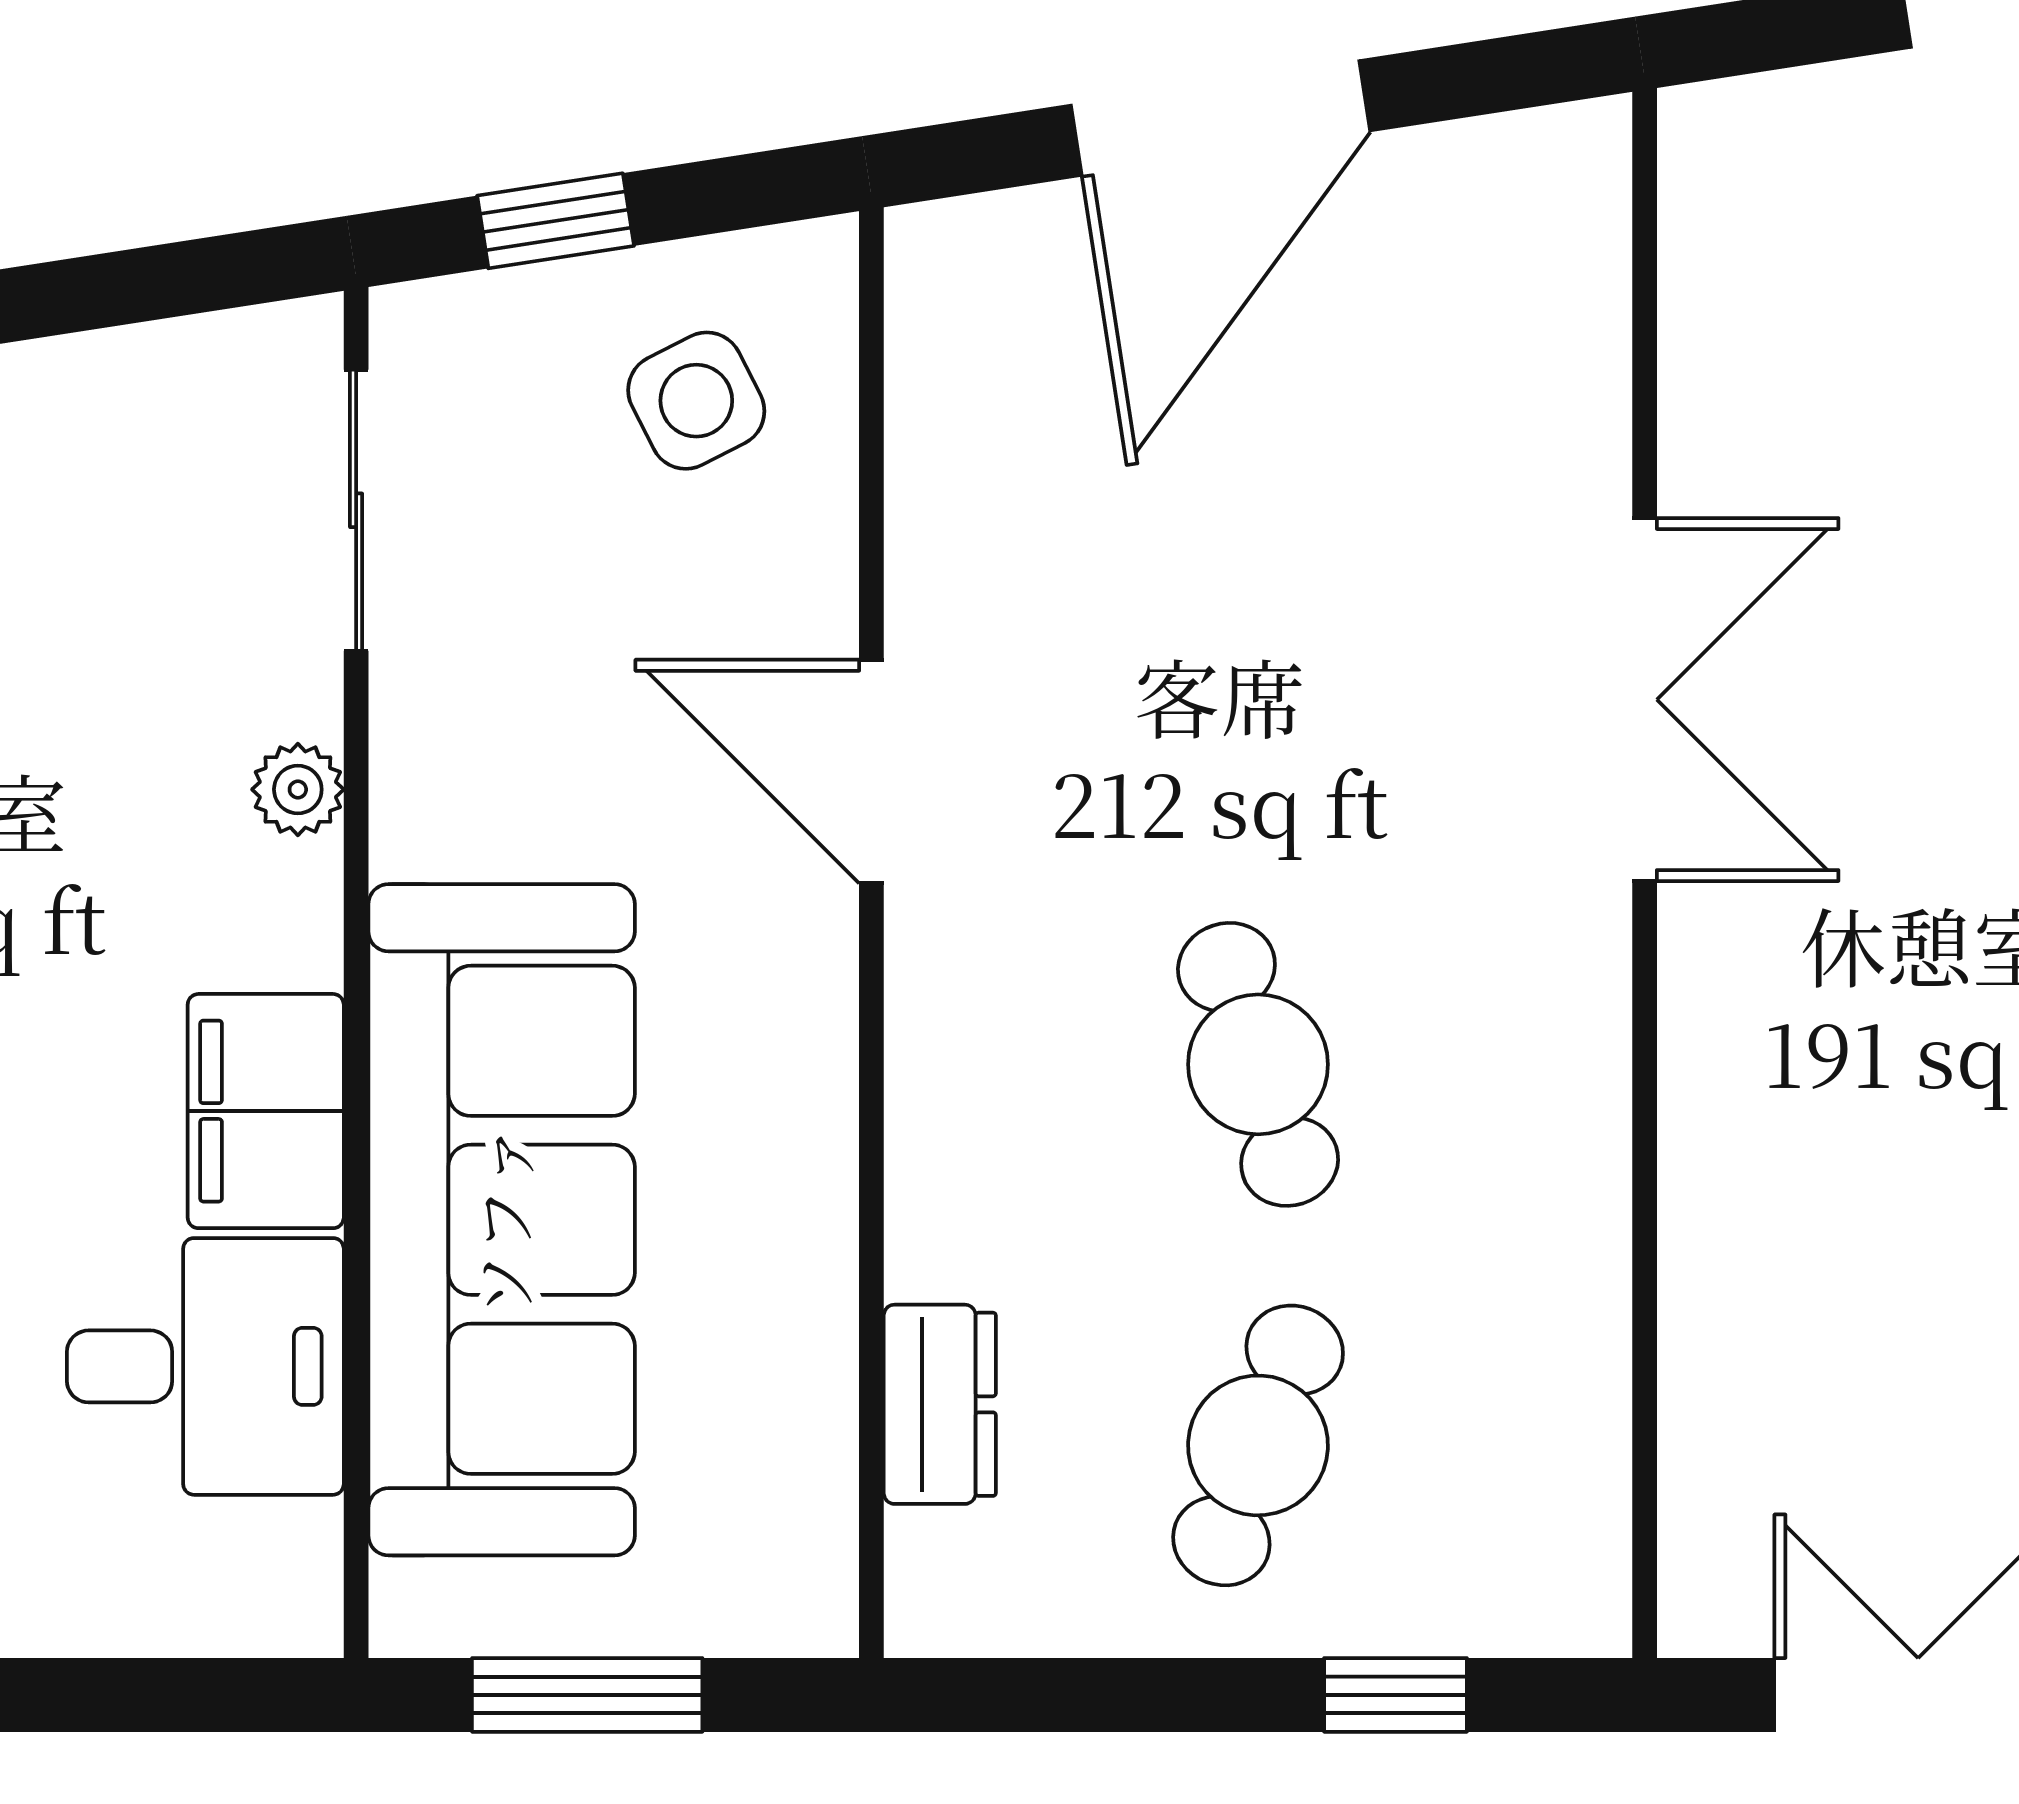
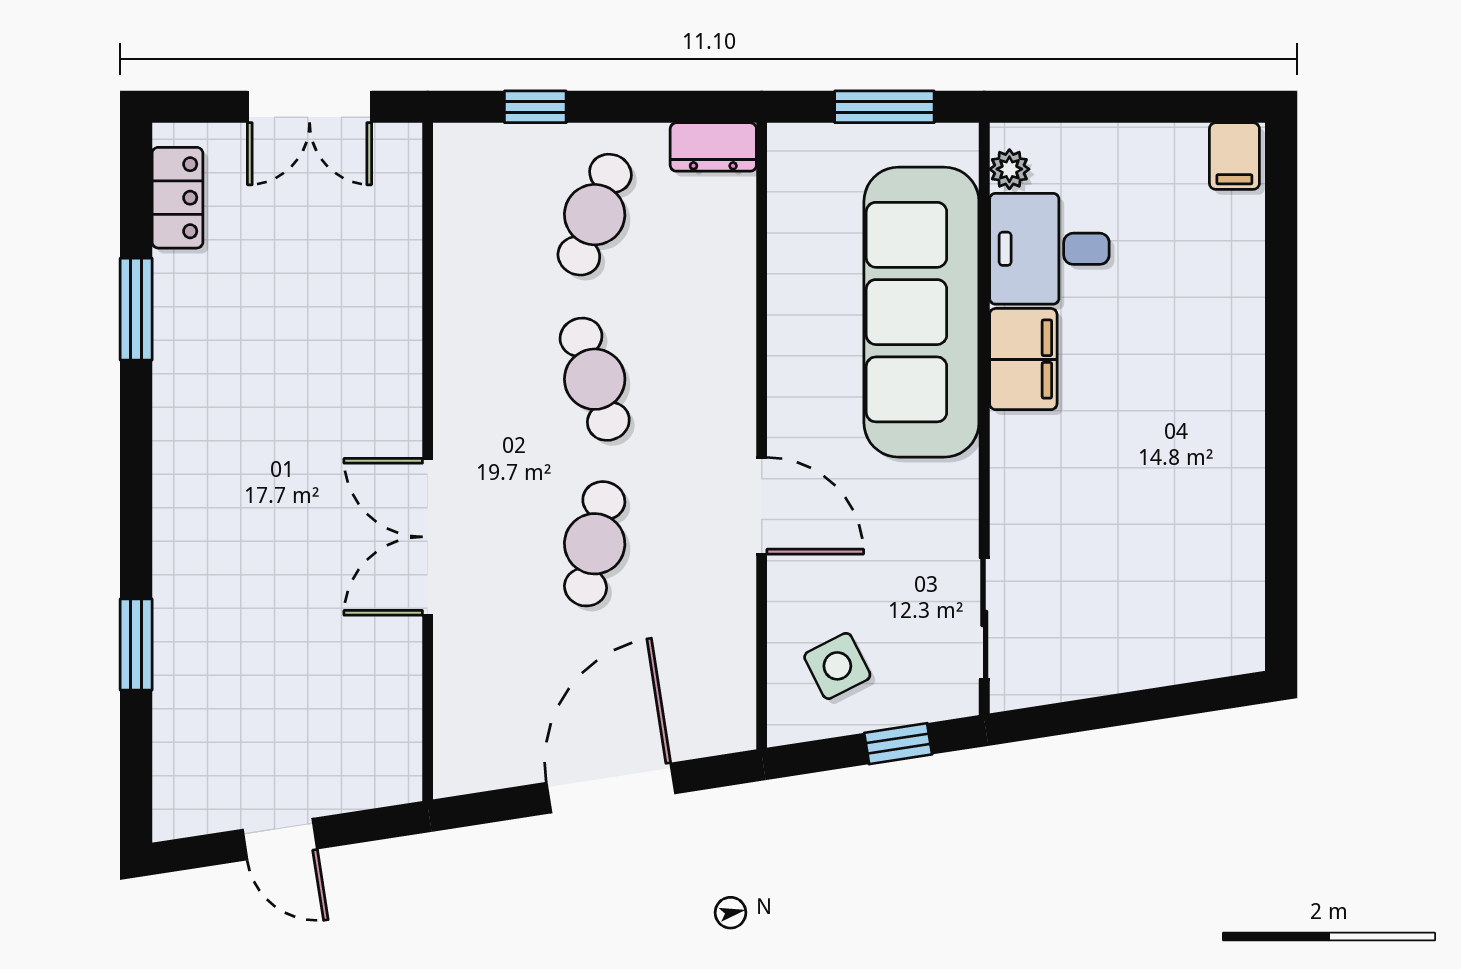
cafe table: (1258, 683) -> (595, 544), added
plant: (298, 789) -> (1009, 169), moved
dresser: (940, 1404) -> (713, 147), moved, turned -90

